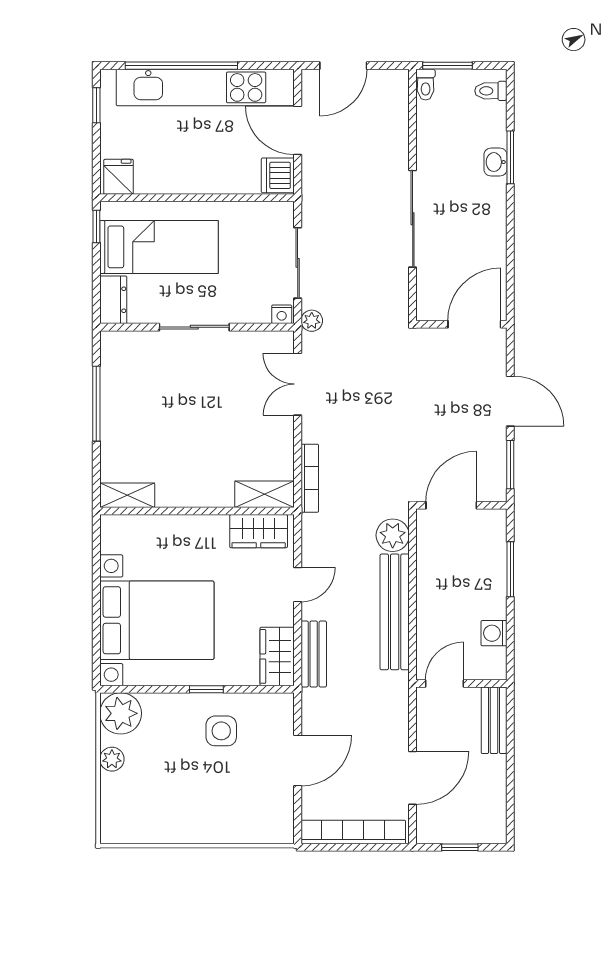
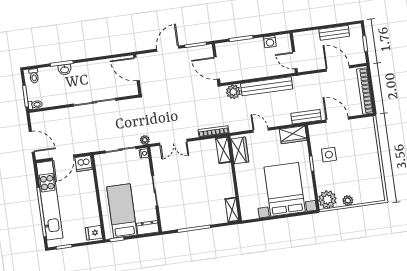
bench: (314, 654) -> (306, 117), moved
bench: (494, 720) -> (334, 33), moved

